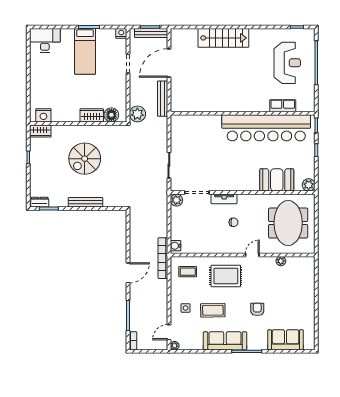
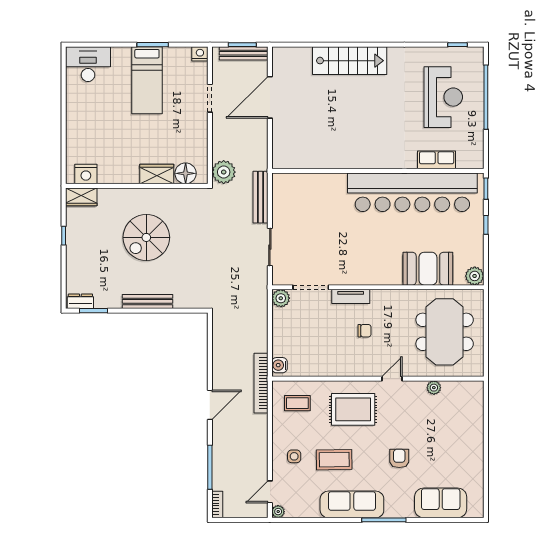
bench: (163, 99) -> (260, 197), moved

